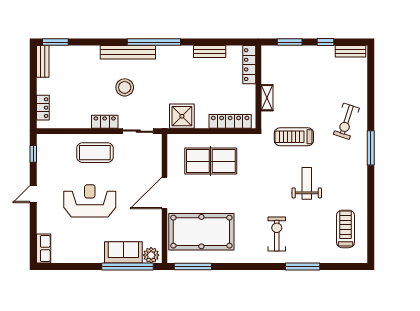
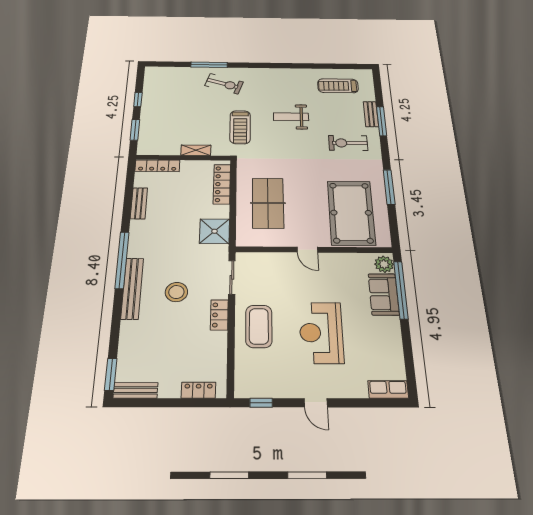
bench: (351, 51) -> (371, 114), moved
window: (371, 148) -> (209, 65), moved
door: (165, 193) -> (307, 250), width x0.53
window: (193, 267) -> (389, 187), moved

